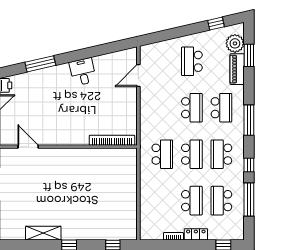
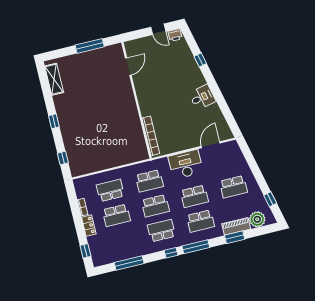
window: (249, 55) -> (235, 237), moved
school desk: (192, 61) -> (233, 187), turned 180
window: (40, 64) -> (200, 60), width x0.46
door: (138, 76) -> (211, 145), hinge flipped
desk: (154, 109) -> (186, 164), added
window: (249, 165) -> (171, 253), moved
school desk: (221, 201) -> (110, 190), moved
shelving: (43, 233) -> (54, 79), moved

